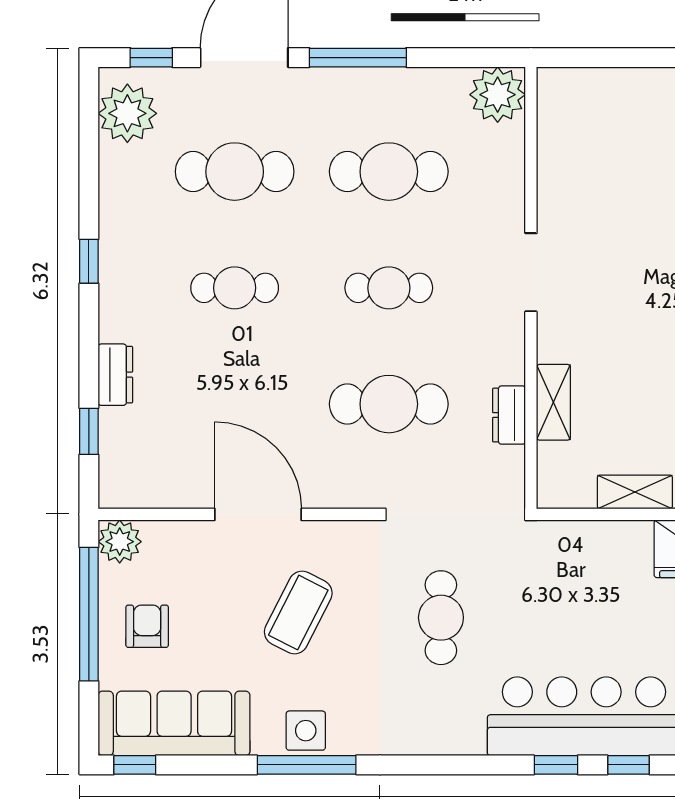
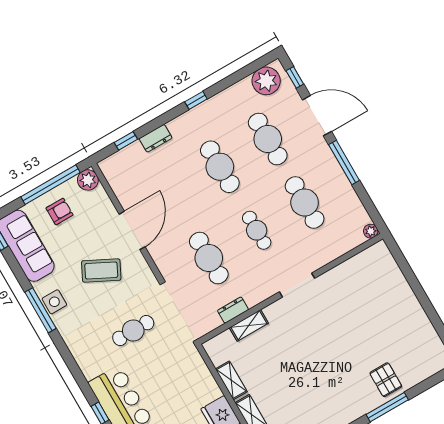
plant: (498, 95) -> (371, 231), width x0.53, depth x0.53
cafe table: (235, 288) -> (220, 167), width x1.37, depth x1.35

